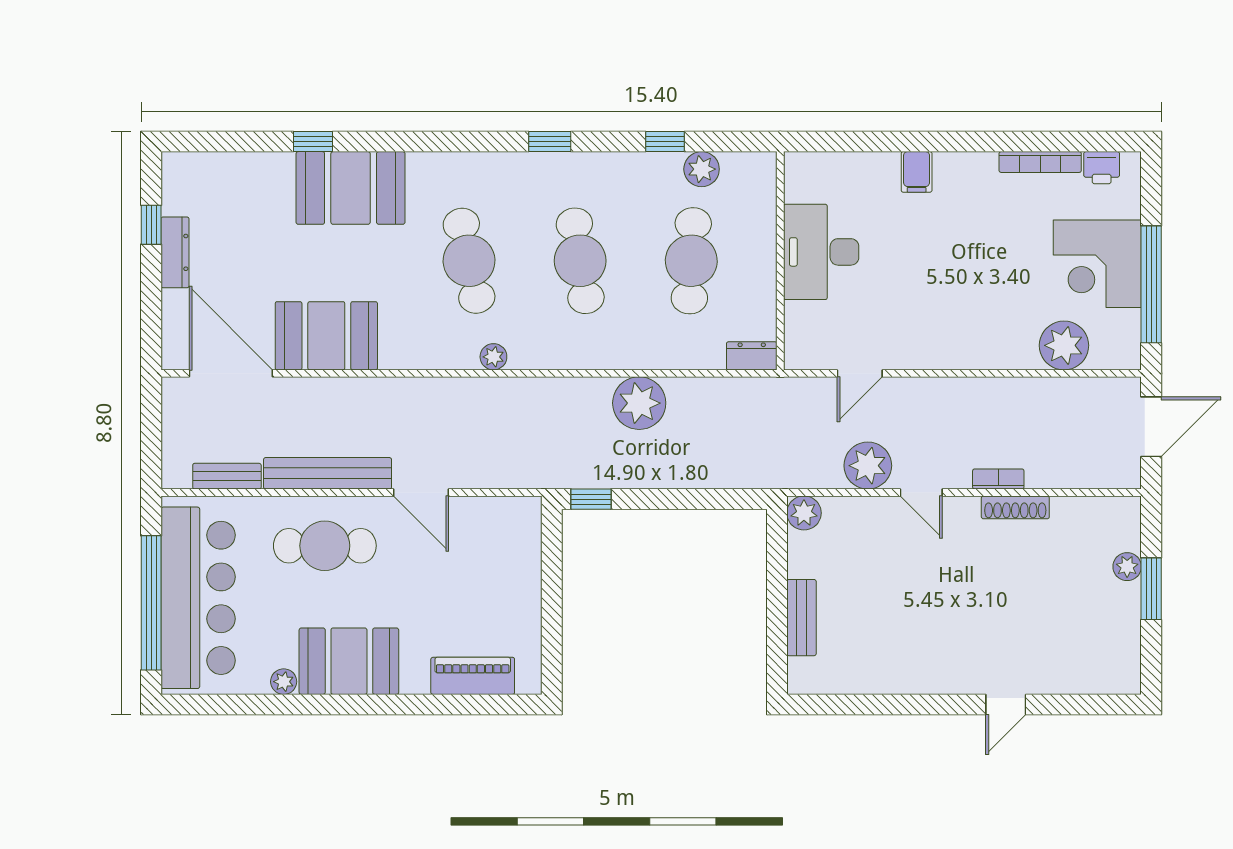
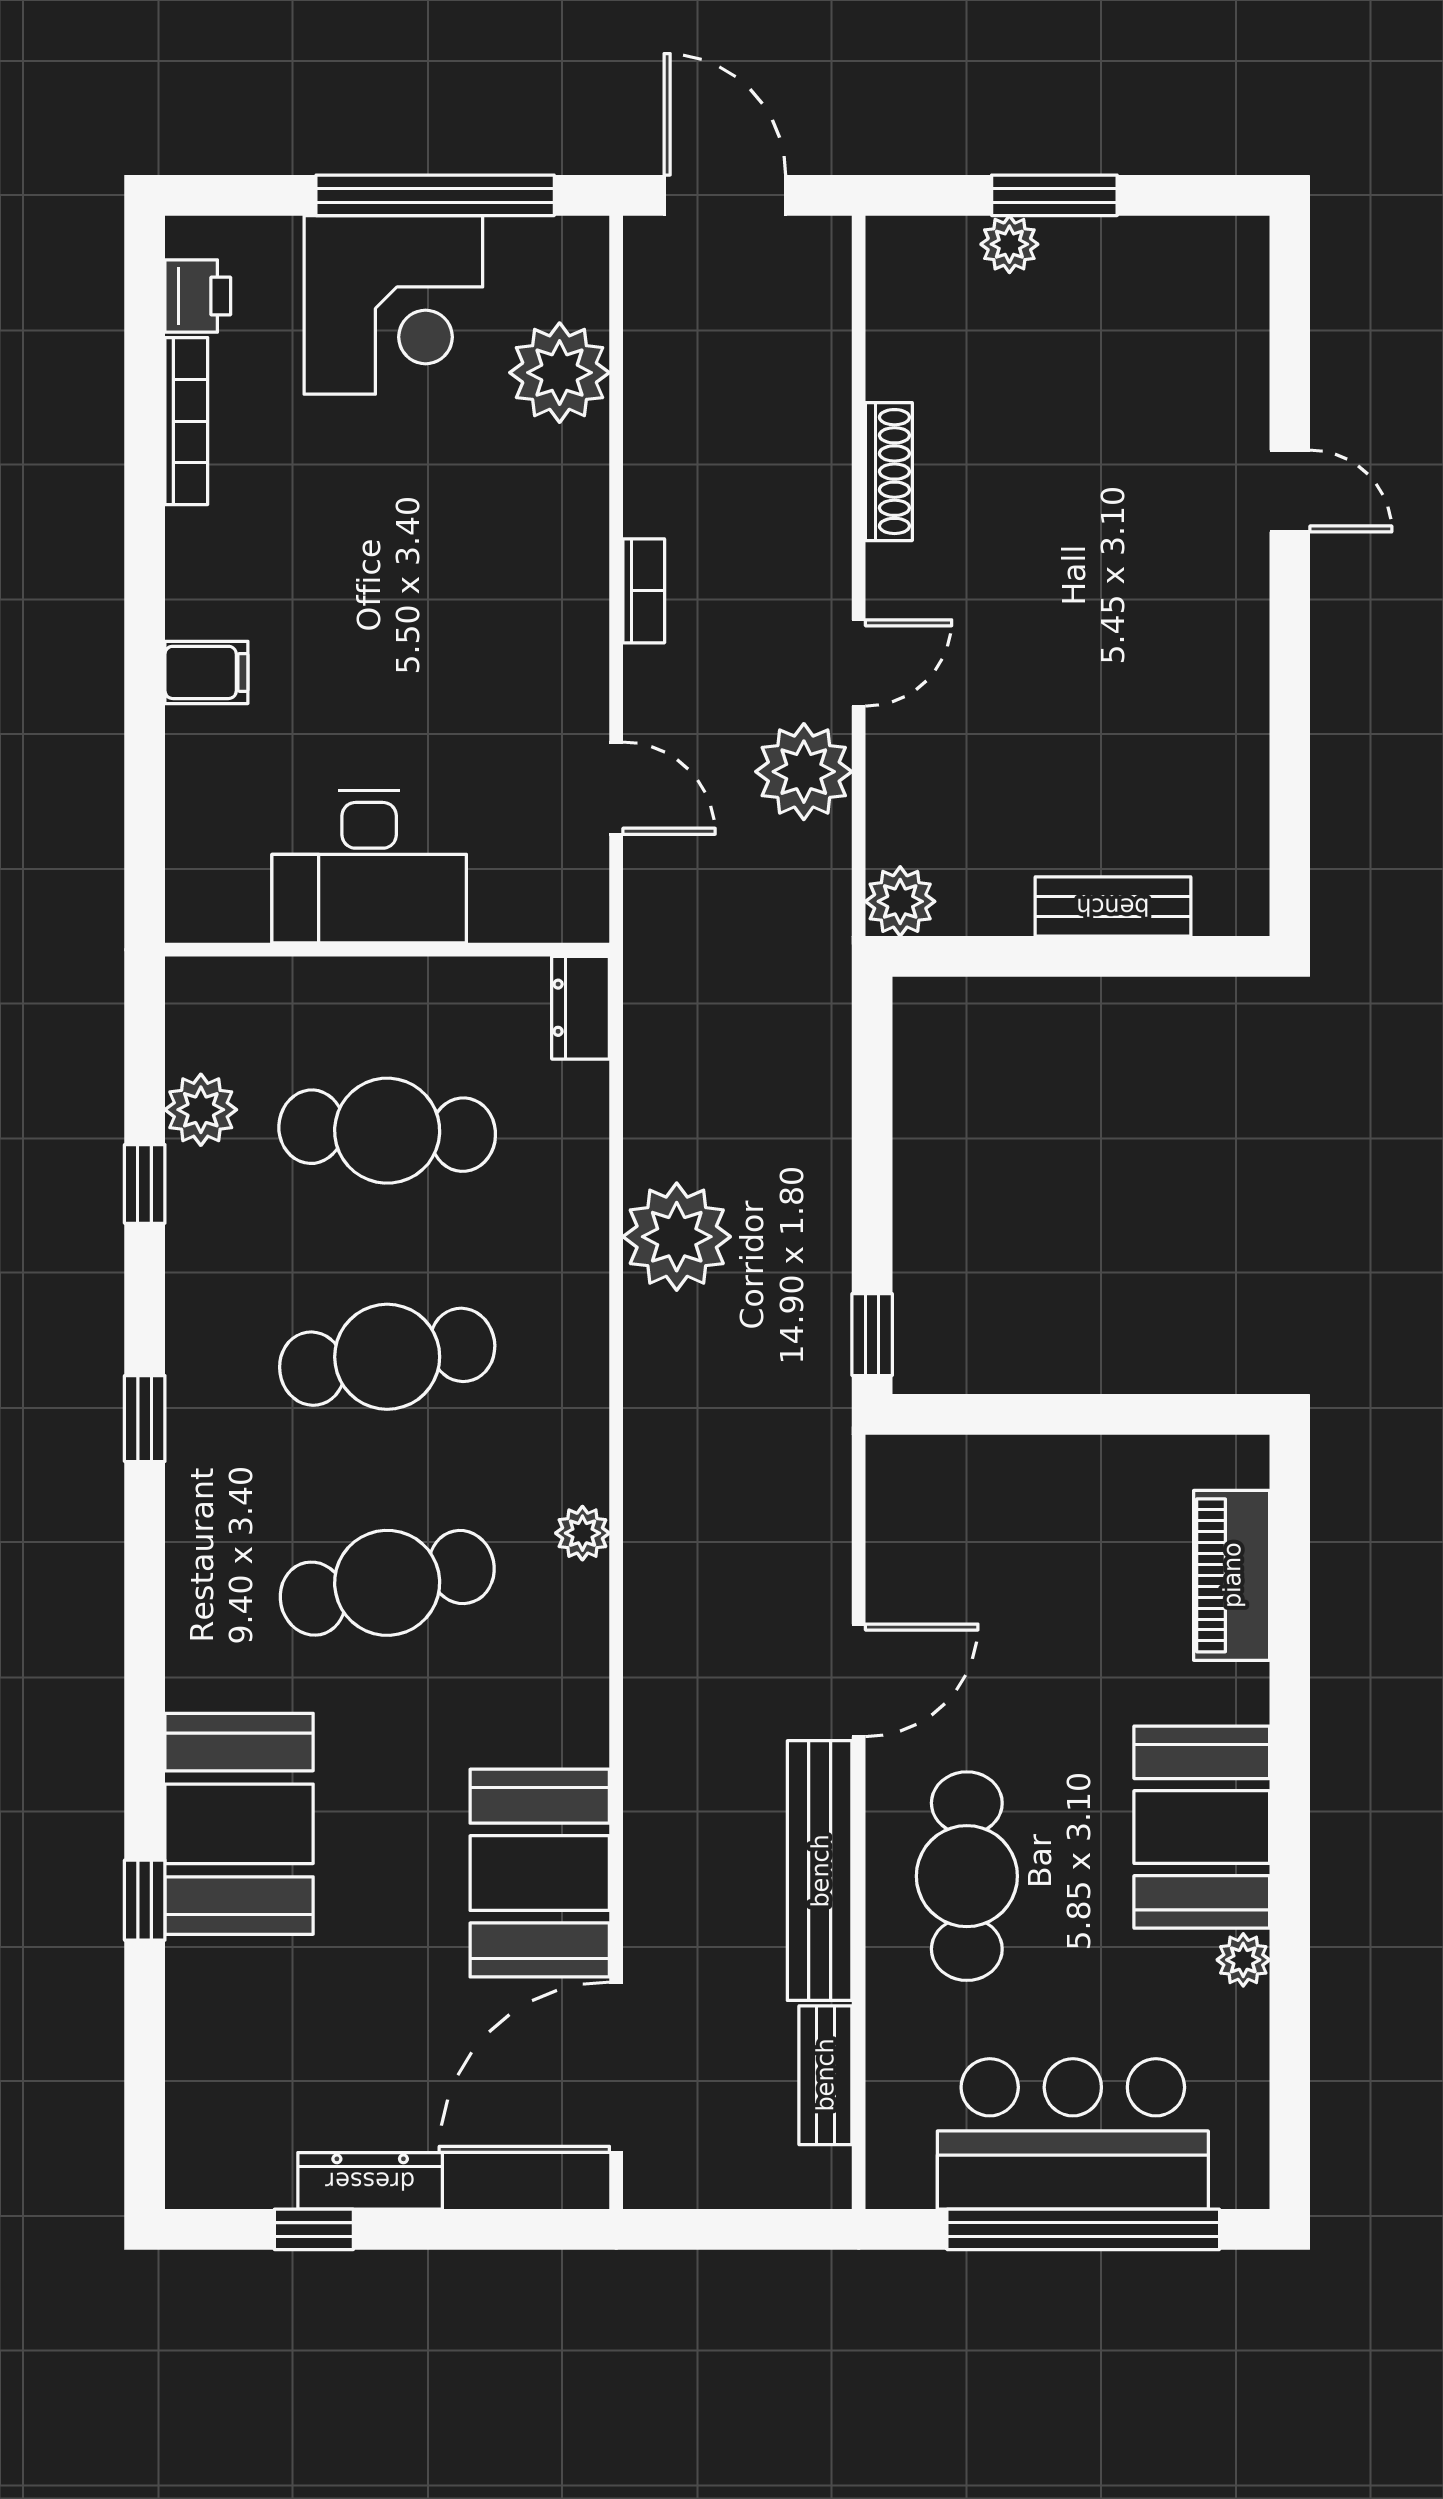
bookcase: (998, 479) -> (644, 591), moved, turned 180
bar counter: (198, 598) -> (1073, 2134), width x0.73

